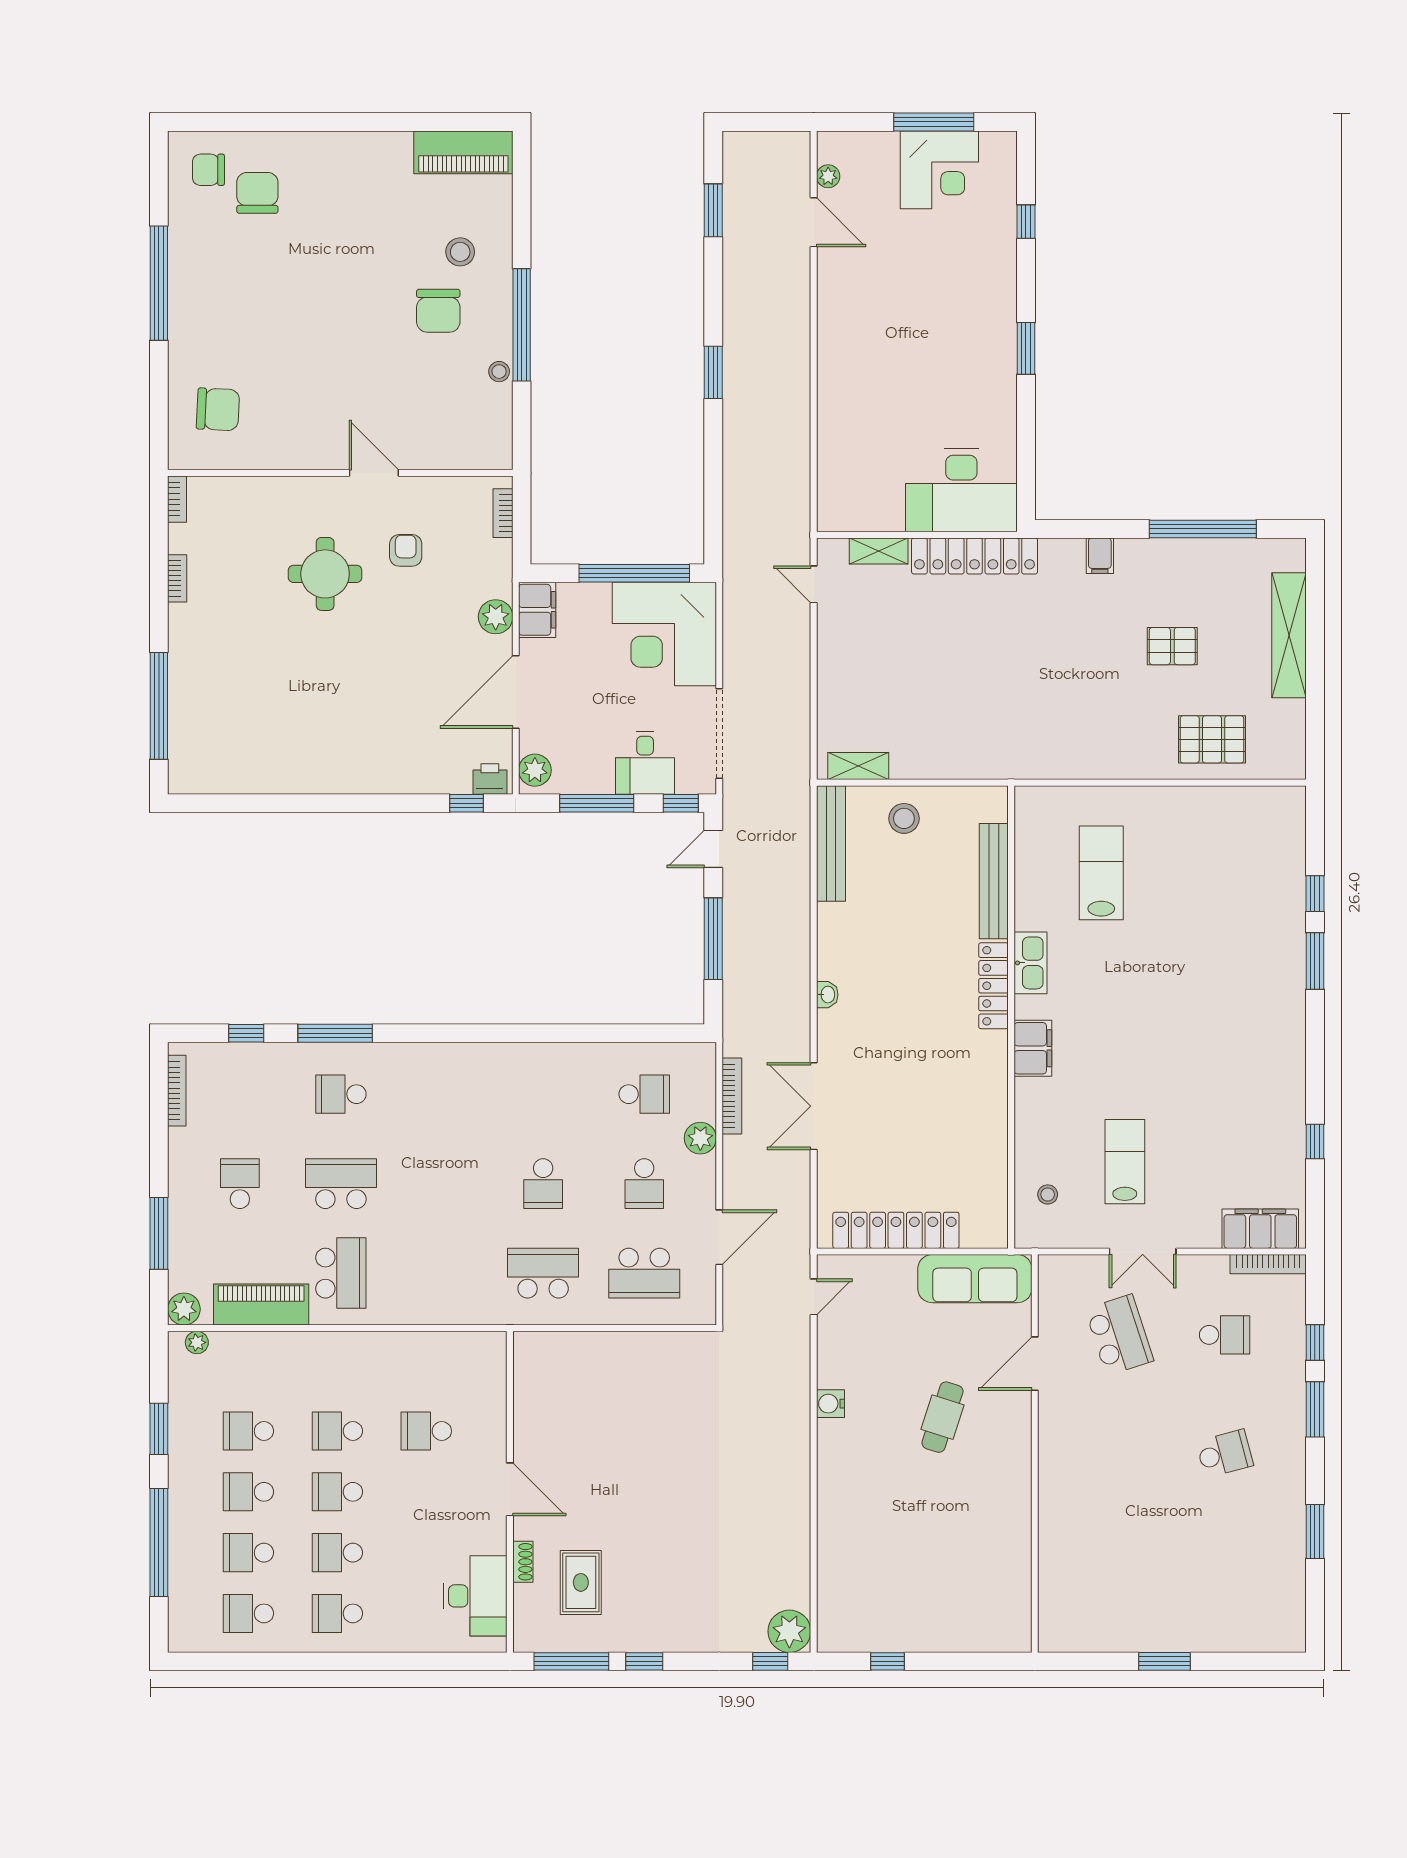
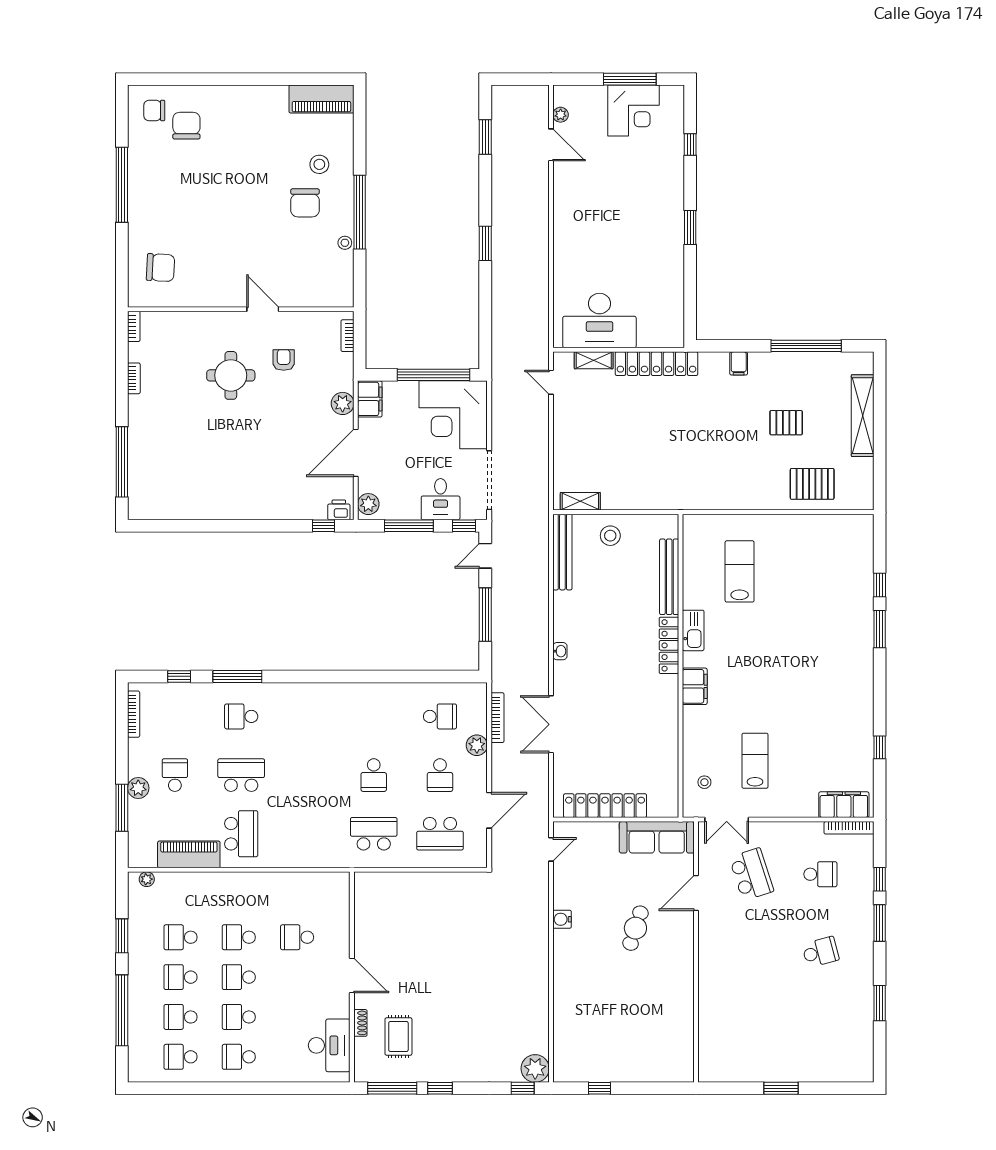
desk: (961, 490) -> (599, 321), moved
double door: (1143, 1251) -> (727, 820), moved
plant: (184, 1309) -> (138, 788), moved

